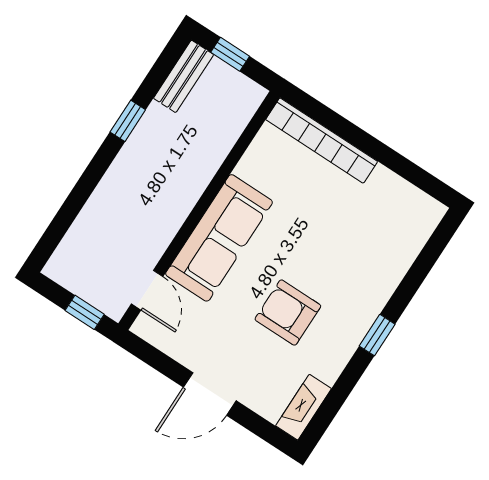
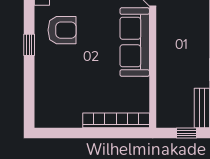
armchair: (288, 313) -> (62, 30), moved

